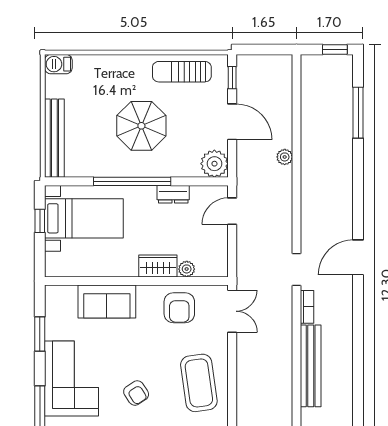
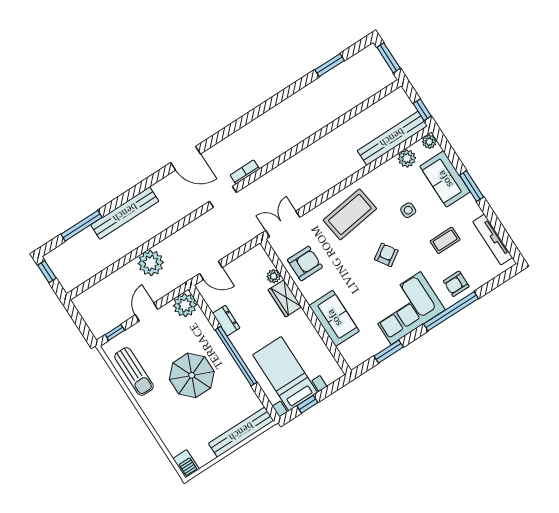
door: (232, 122) -> (147, 312), width x0.73
plant: (285, 157) -> (151, 263), width x1.87, depth x1.87
bench: (311, 366) -> (125, 213), moved

